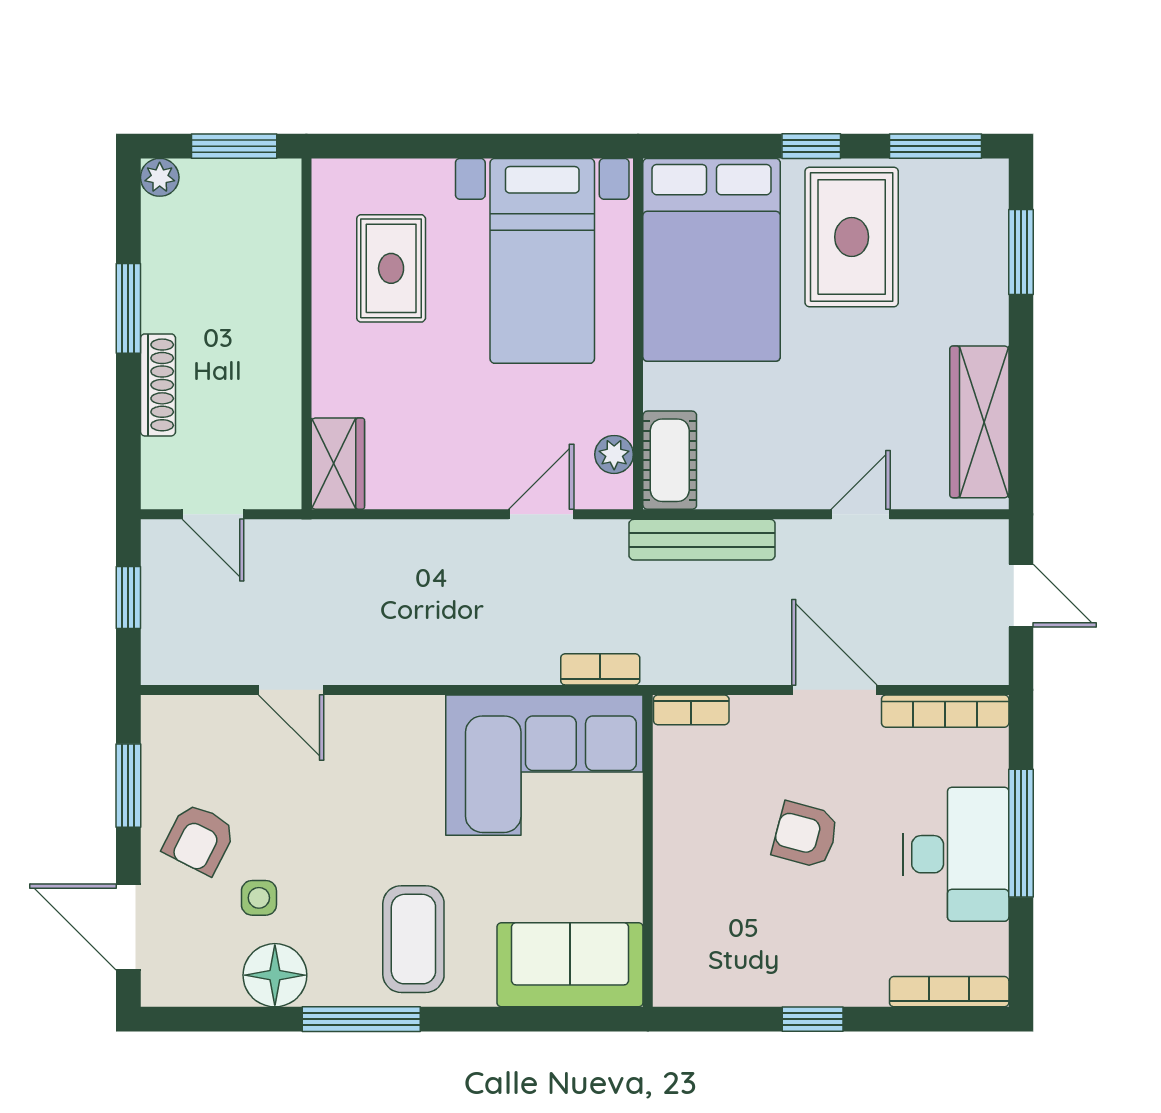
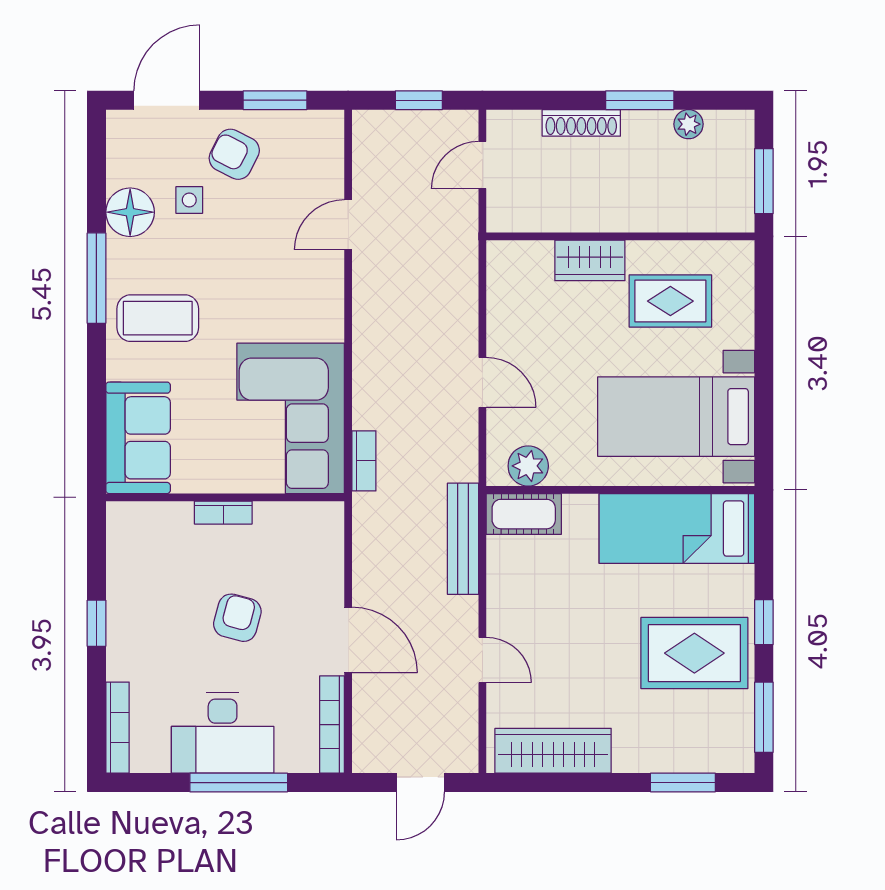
plant: (160, 177) -> (689, 124), moved
bed: (712, 260) -> (677, 529), width x0.67
plant: (614, 454) -> (528, 466), width x1.38, depth x1.38
wardrobe: (338, 464) -> (590, 260), moved
door: (541, 514) -> (482, 382), moved
door: (834, 690) -> (348, 640), hinge flipped
bookcase: (691, 710) -> (223, 513), moved, turned -90

